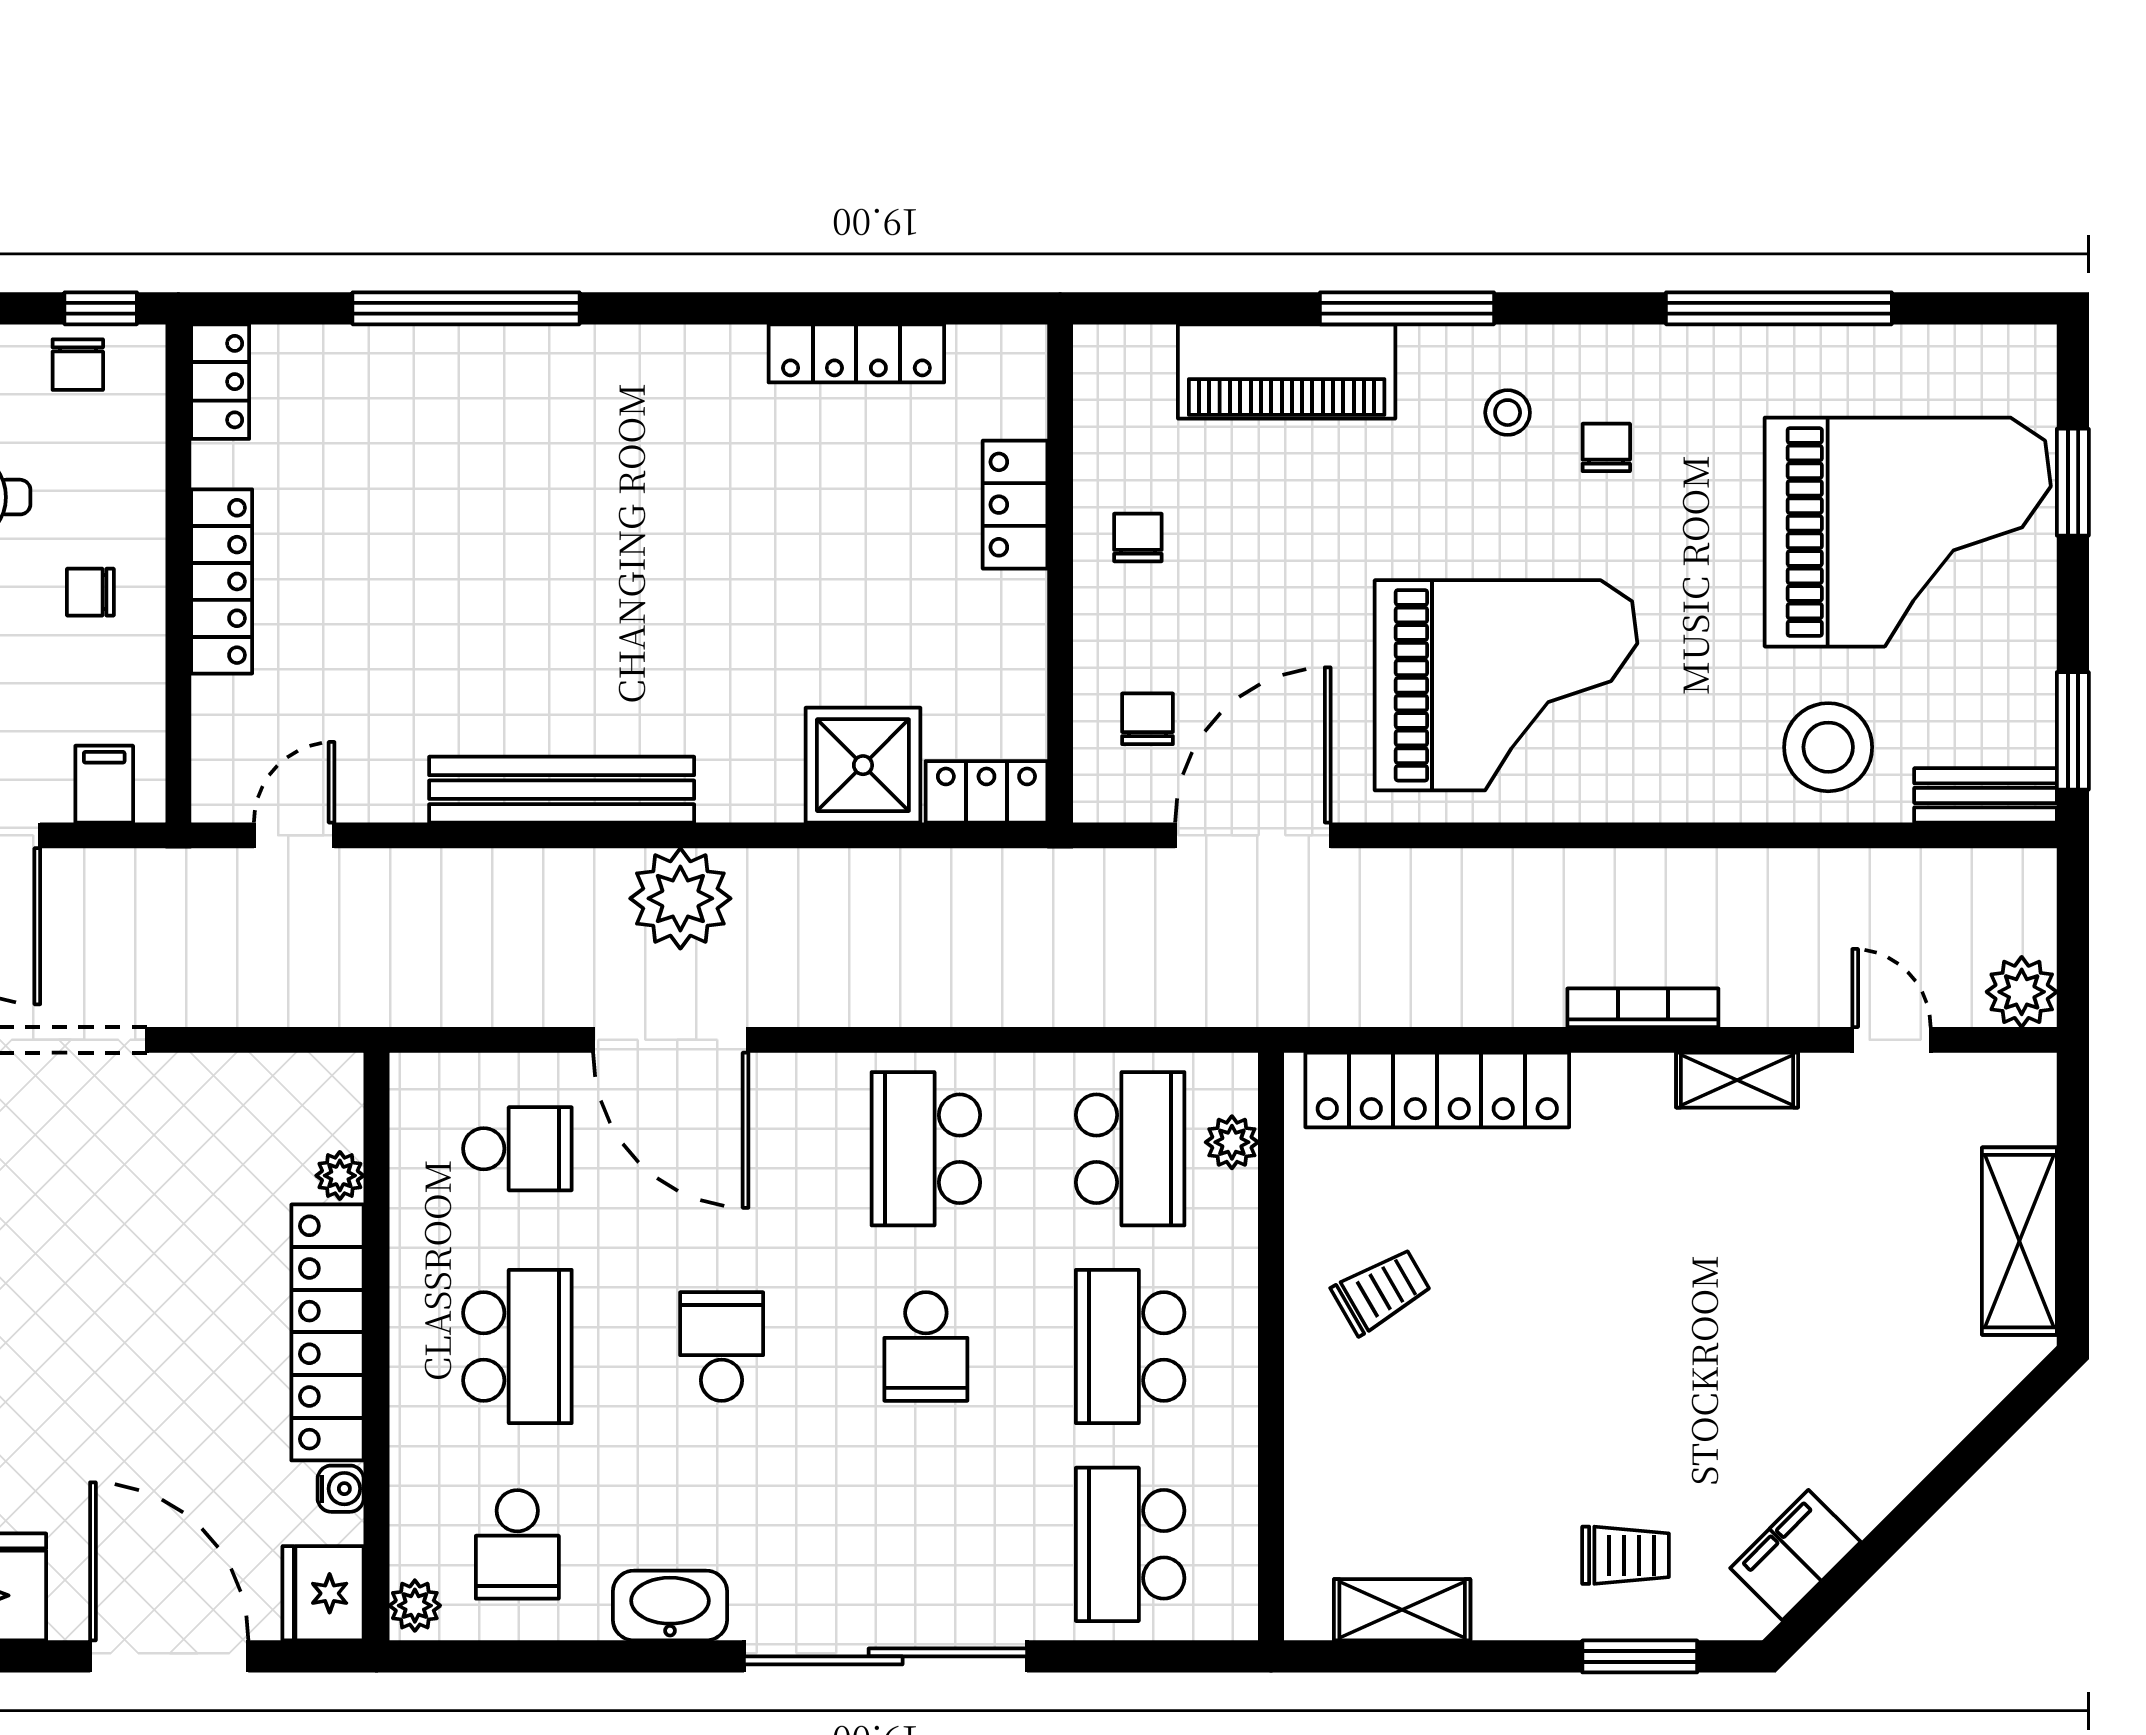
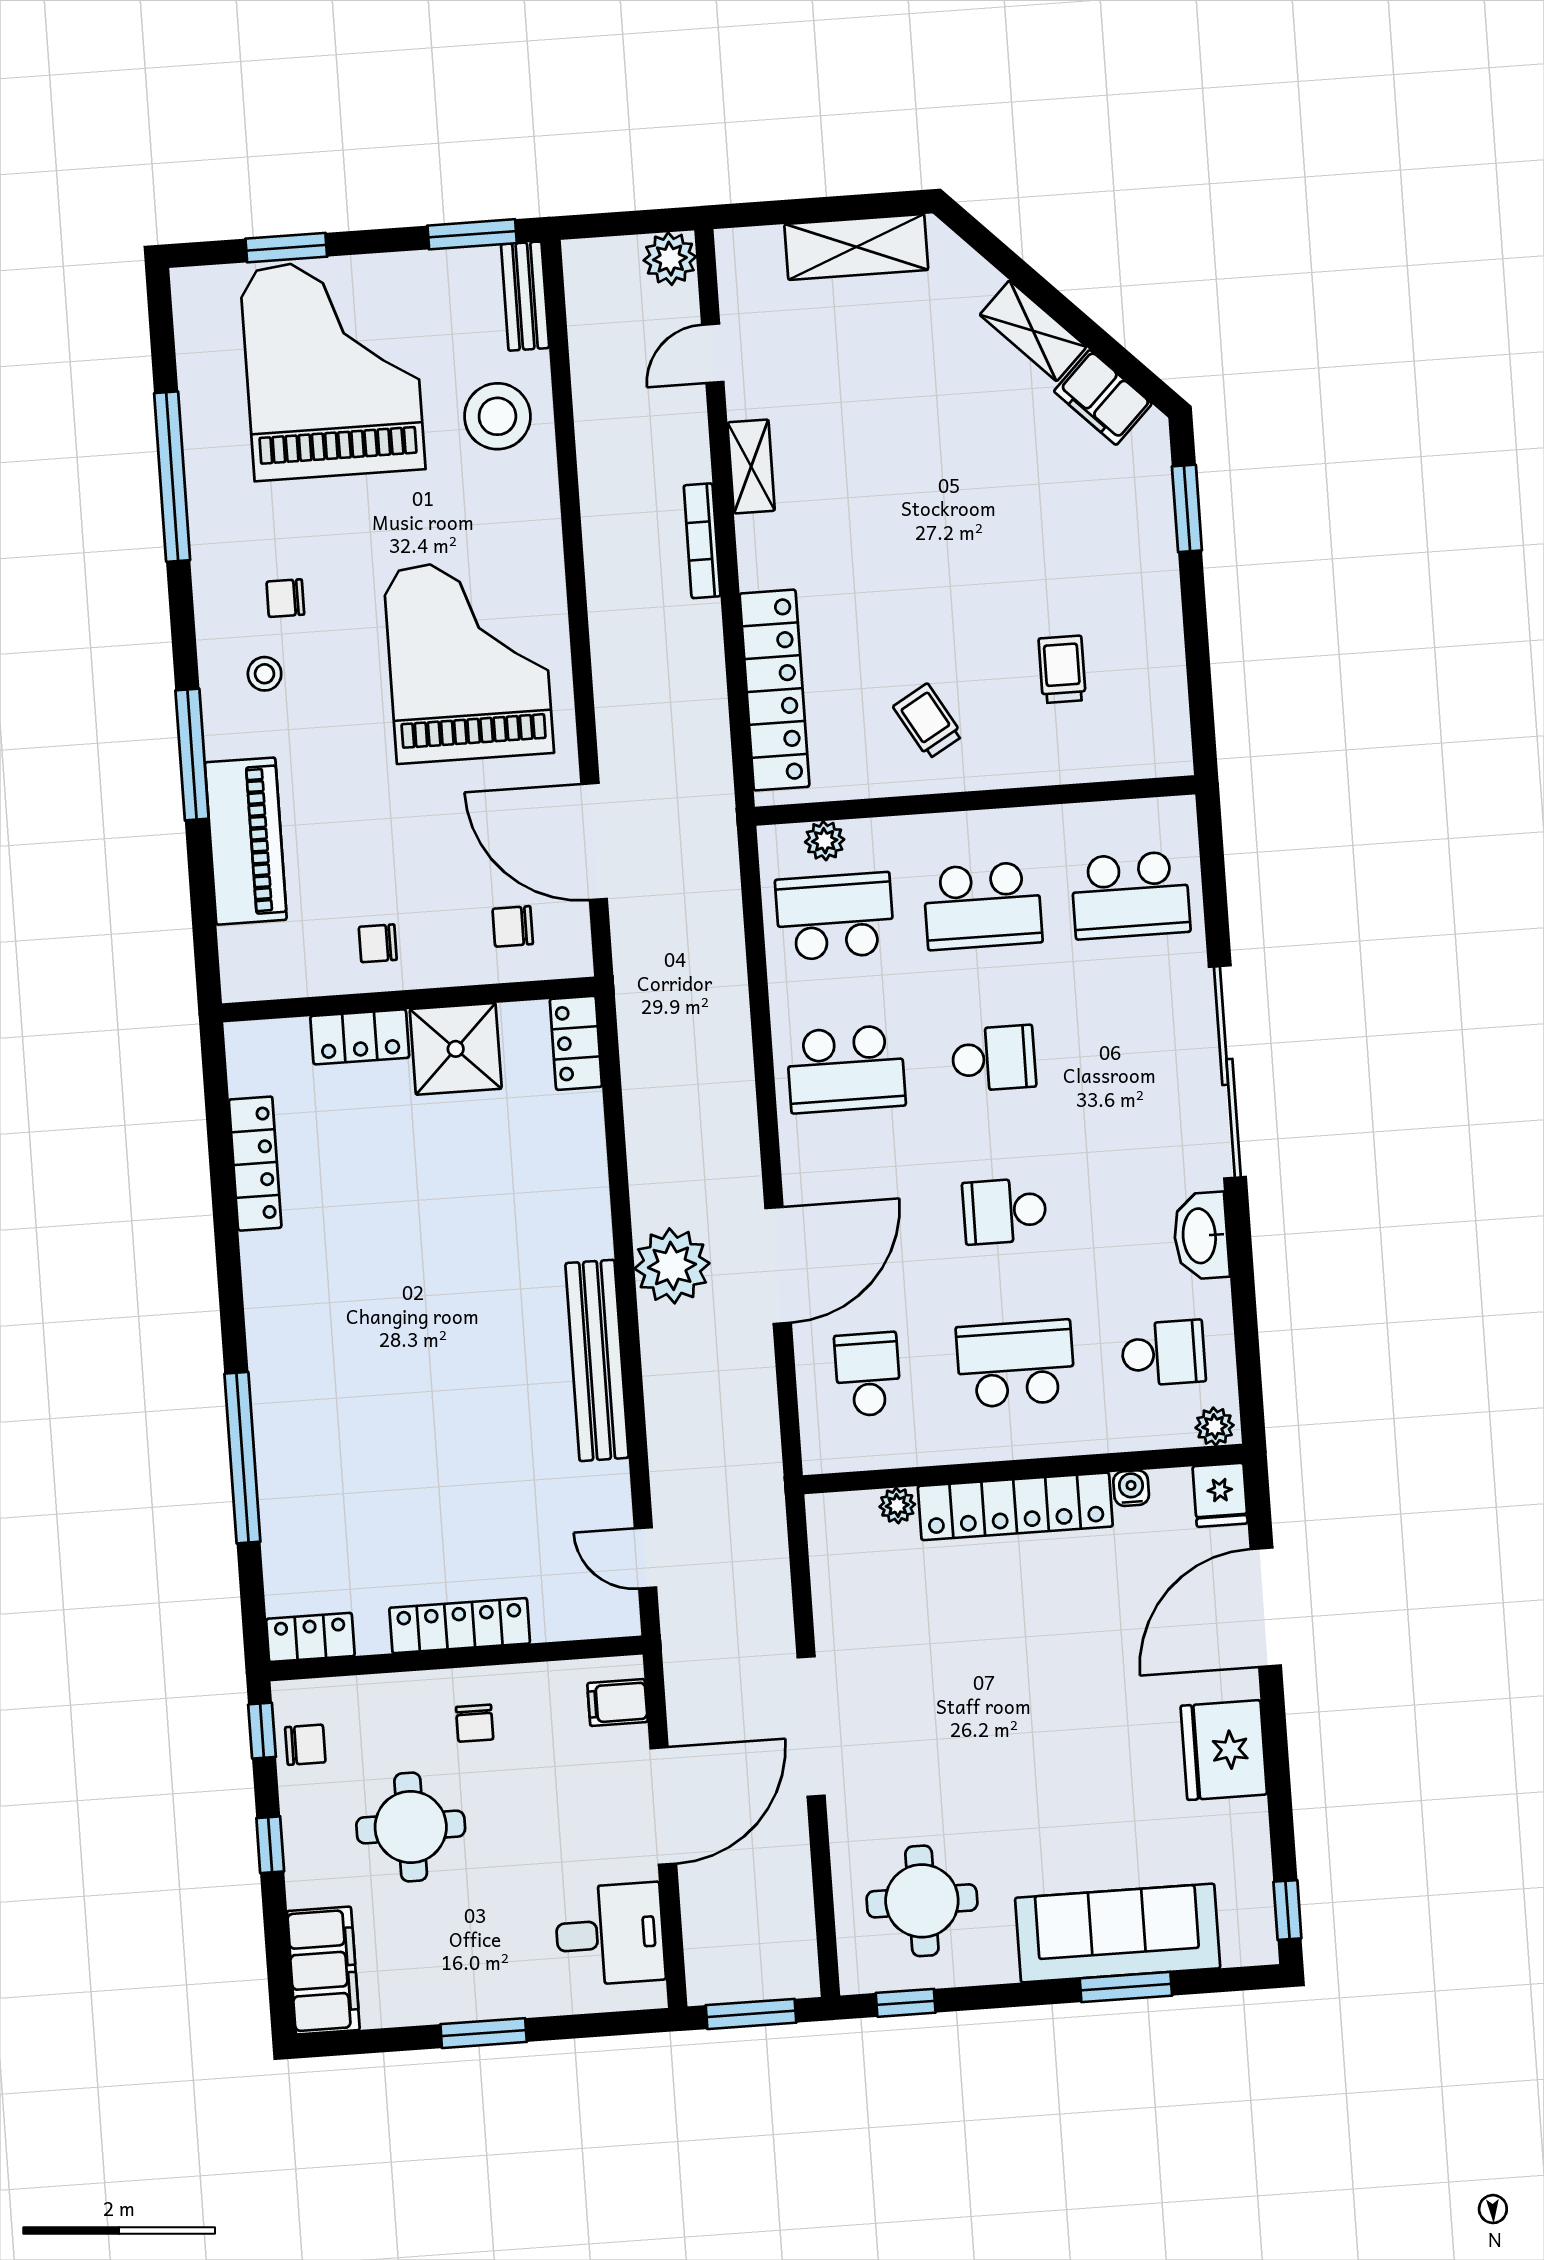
shower: (863, 765) -> (456, 1049), moved
trolley: (1626, 1555) -> (1062, 669), moved
fridge: (323, 1593) -> (1220, 1495), width x0.72
shelving: (1402, 1610) -> (1033, 331), moved, turned -45

